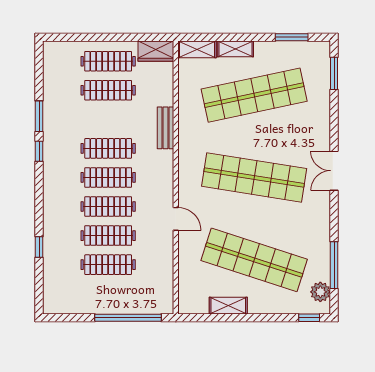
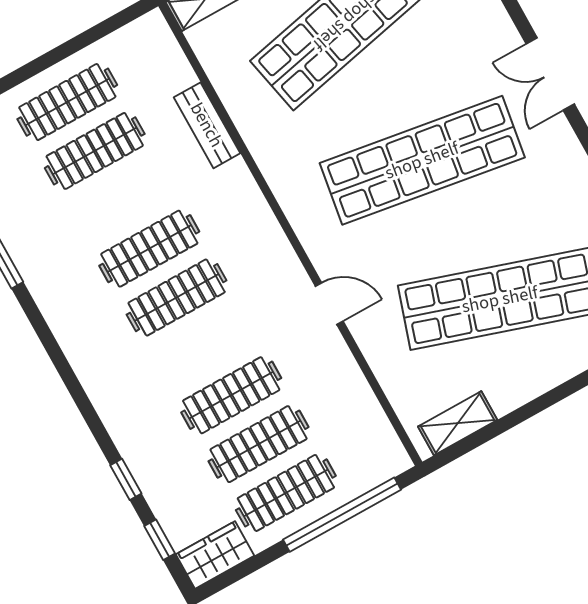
wardrobe: (156, 51) -> (215, 555), moved, turned 180
bench: (166, 128) -> (207, 125), moved
window: (39, 151) -> (160, 540), moved
clothes rail: (108, 207) -> (286, 493), moved
shelving: (228, 306) -> (458, 423), moved

